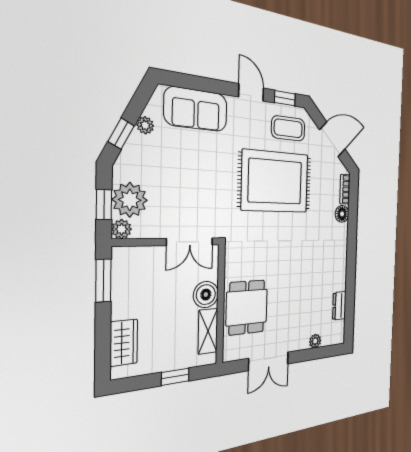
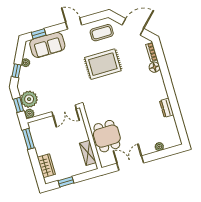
window: (285, 98) -> (39, 34), moved
rug: (275, 182) -> (103, 64), width x0.73, depth x0.69
boiler: (206, 295) -> (81, 134), removed
dresser: (339, 306) -> (167, 108), moved
double door: (269, 361) -> (130, 163), swing flipped
window: (175, 377) -> (66, 182), moved

